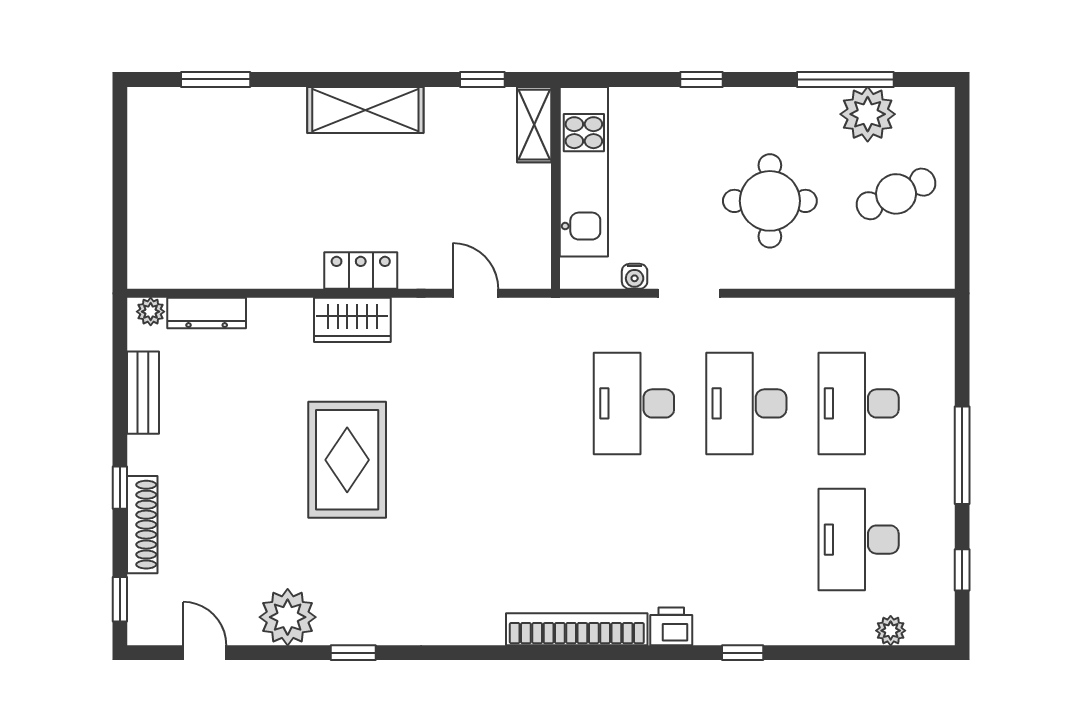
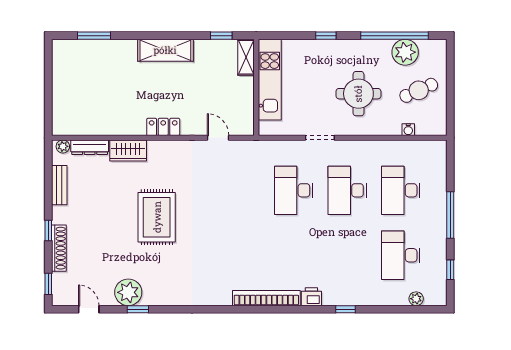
window: (845, 79) -> (394, 36), width x1.46
water cooler: (635, 276) -> (408, 130), moved
wardrobe: (352, 320) -> (128, 150), moved
window: (353, 653) -> (138, 309), moved

